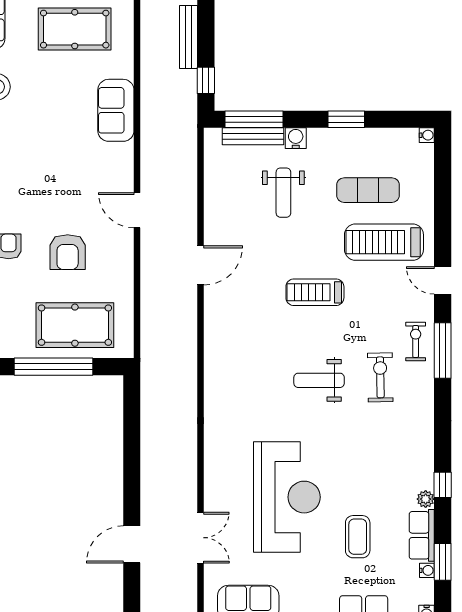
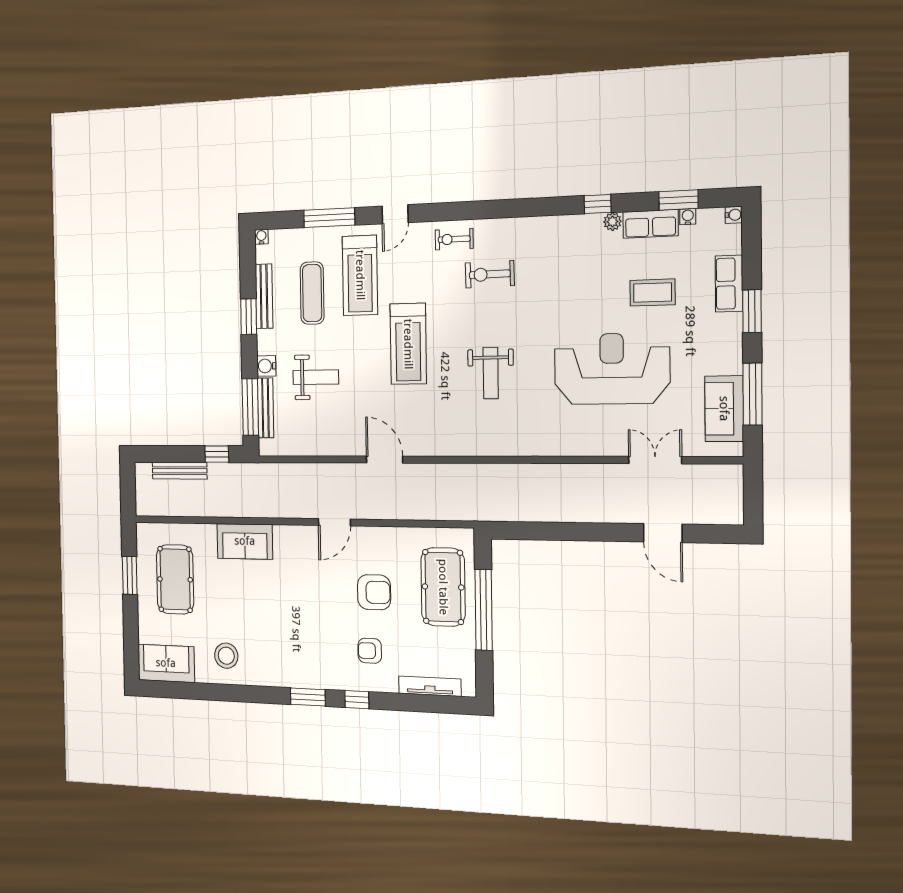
bench: (366, 137) -> (264, 296), added
treadmill: (315, 292) -> (408, 344), width x1.37, depth x1.37
window: (443, 350) -> (329, 218), moved
weight bench: (319, 380) -> (491, 373), moved

